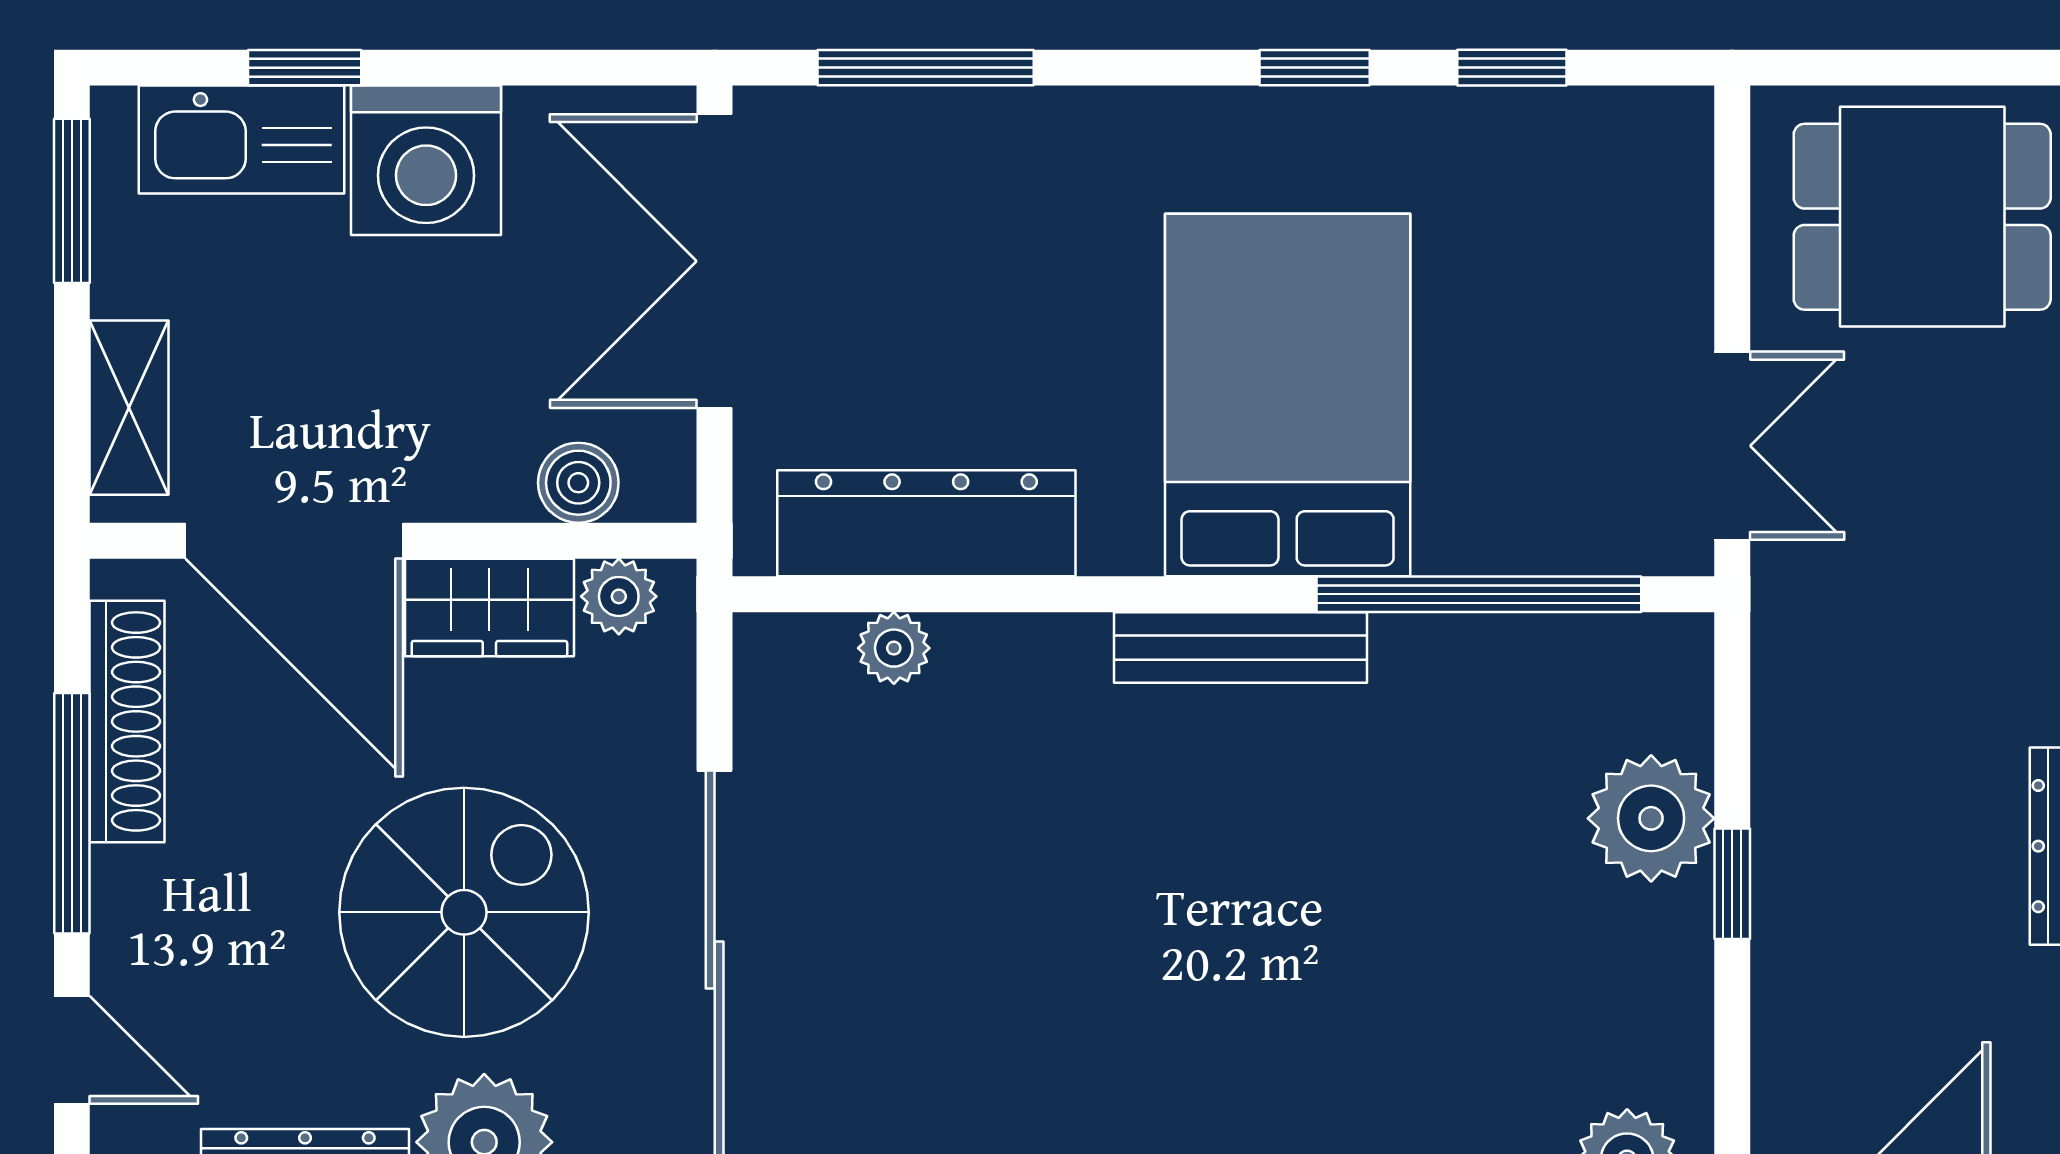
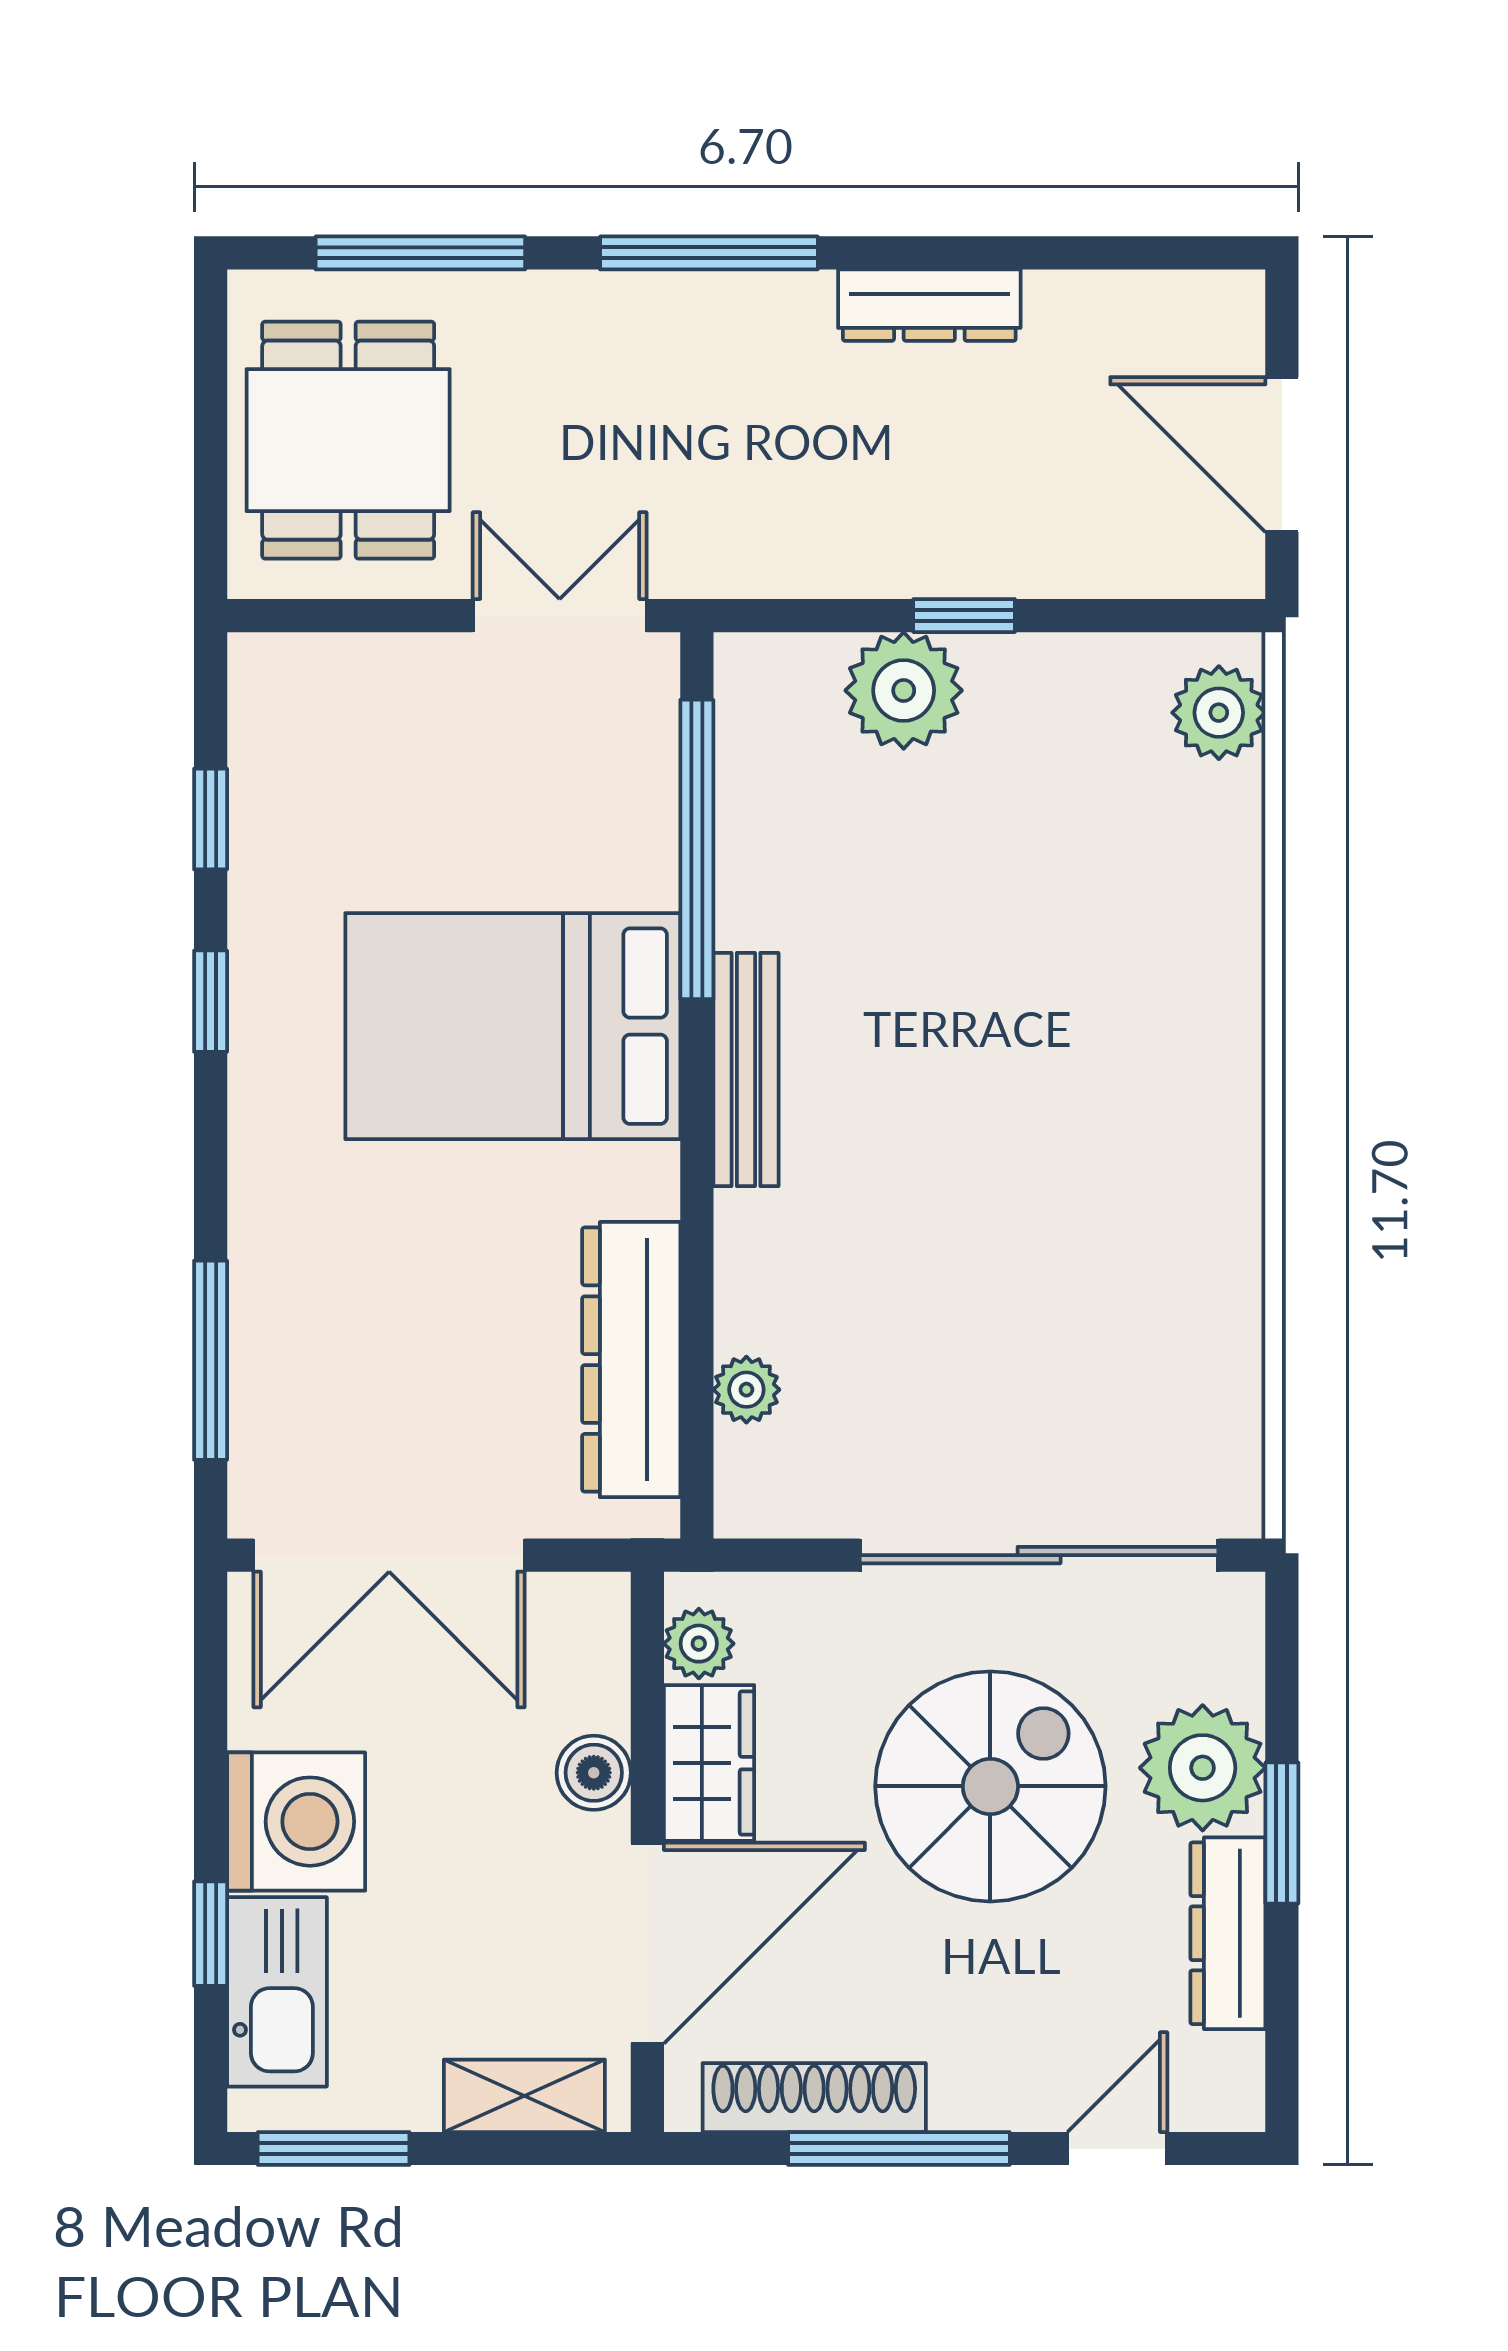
boiler: (578, 483) -> (594, 1773), moved
spiral stairs: (464, 912) -> (990, 1786), turned 90

